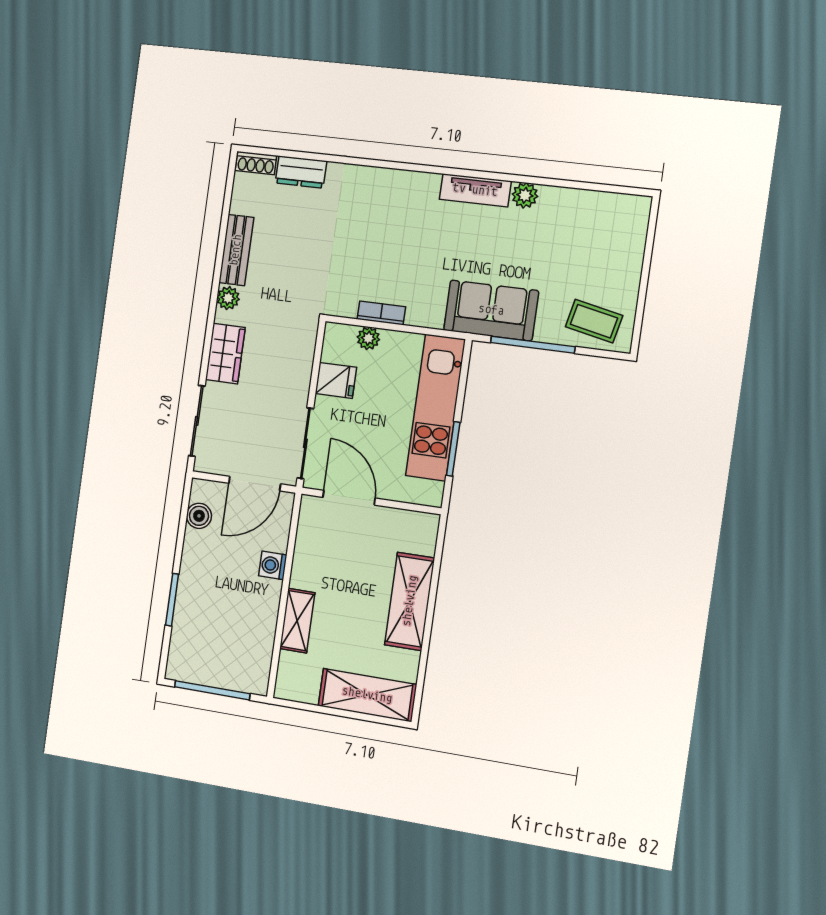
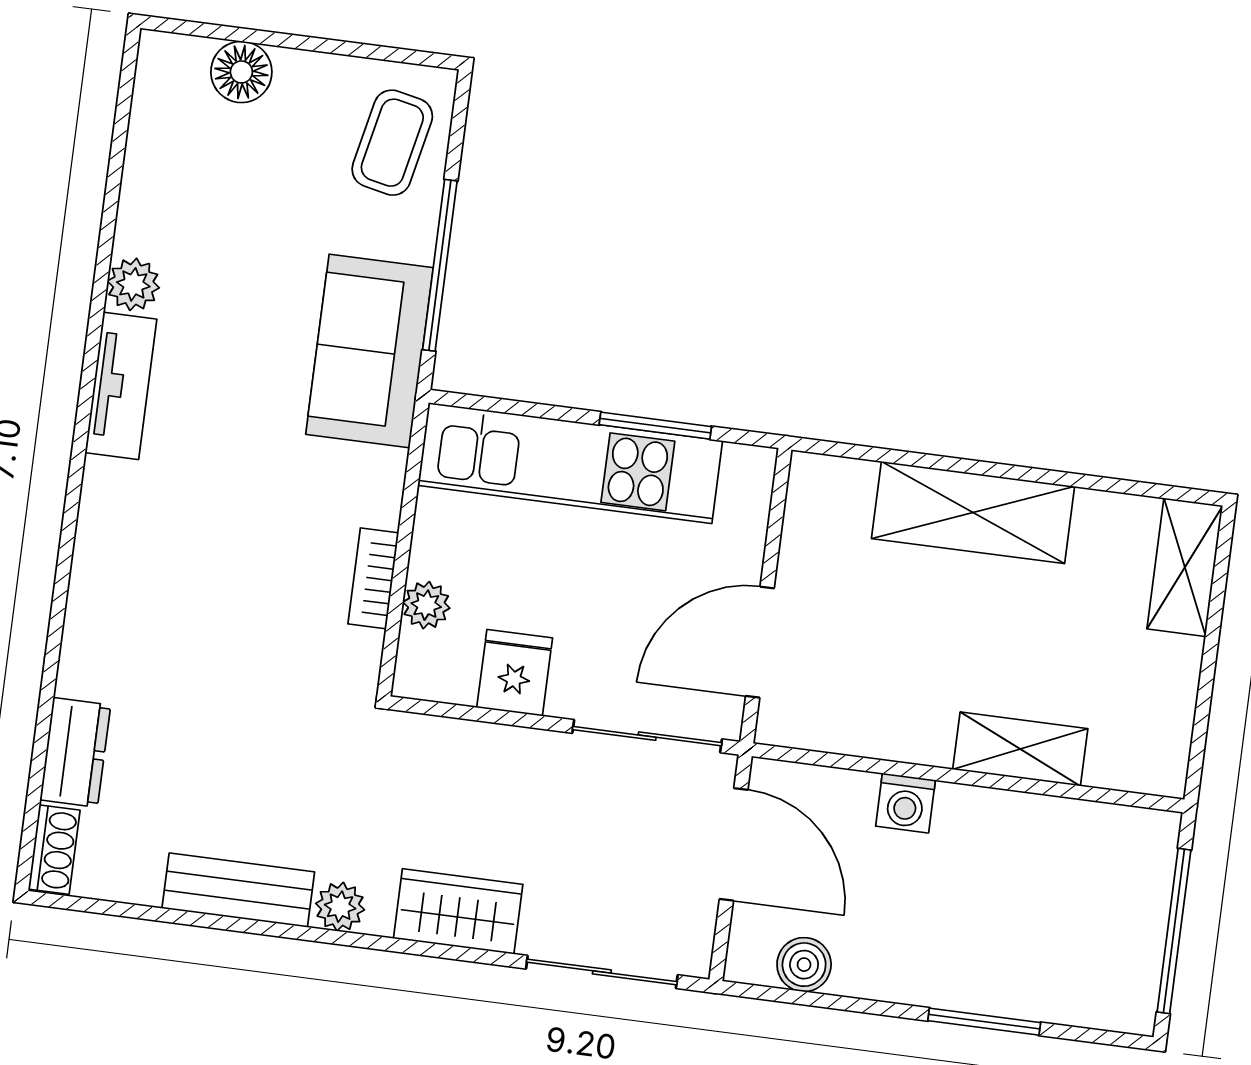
floor lamp: (630, 247) -> (241, 72), added
shelving: (367, 695) -> (1185, 567), width x0.67, depth x0.75

